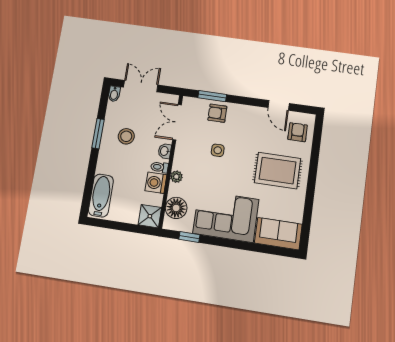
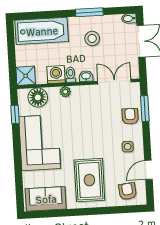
armchair: (298, 132) -> (127, 191), turned -96
side table: (218, 150) -> (128, 147), moved
bathtub: (101, 196) -> (42, 31), width x1.36, depth x1.36
sofa: (278, 234) -> (46, 199), moved, turned -90

